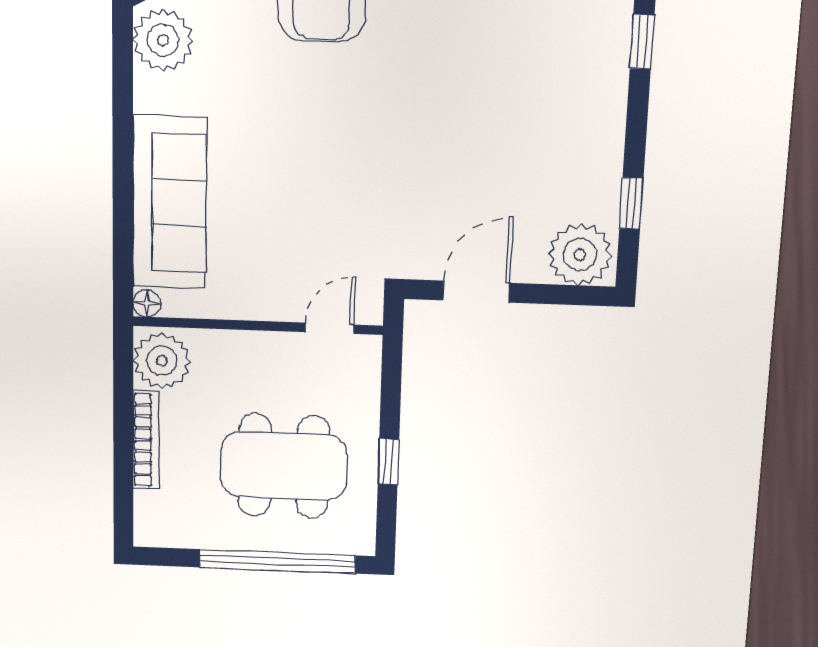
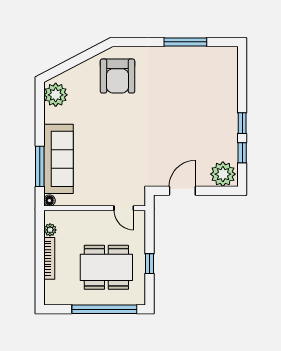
window: (642, 42) -> (242, 123), moved
window: (123, 220) -> (40, 166), added
door: (329, 328) -> (124, 208), swing flipped
plant: (162, 361) -> (50, 230), width x0.53, depth x0.53

